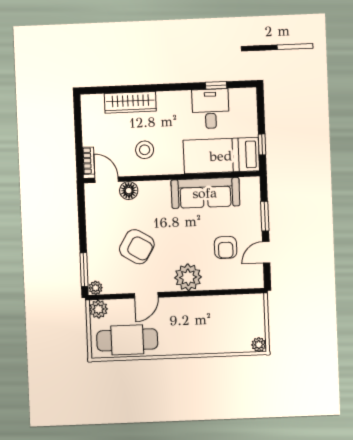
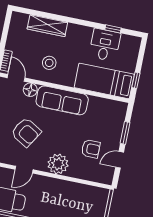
sofa: (205, 193) -> (62, 100), moved
armchair: (226, 247) -> (91, 149), turned -90

